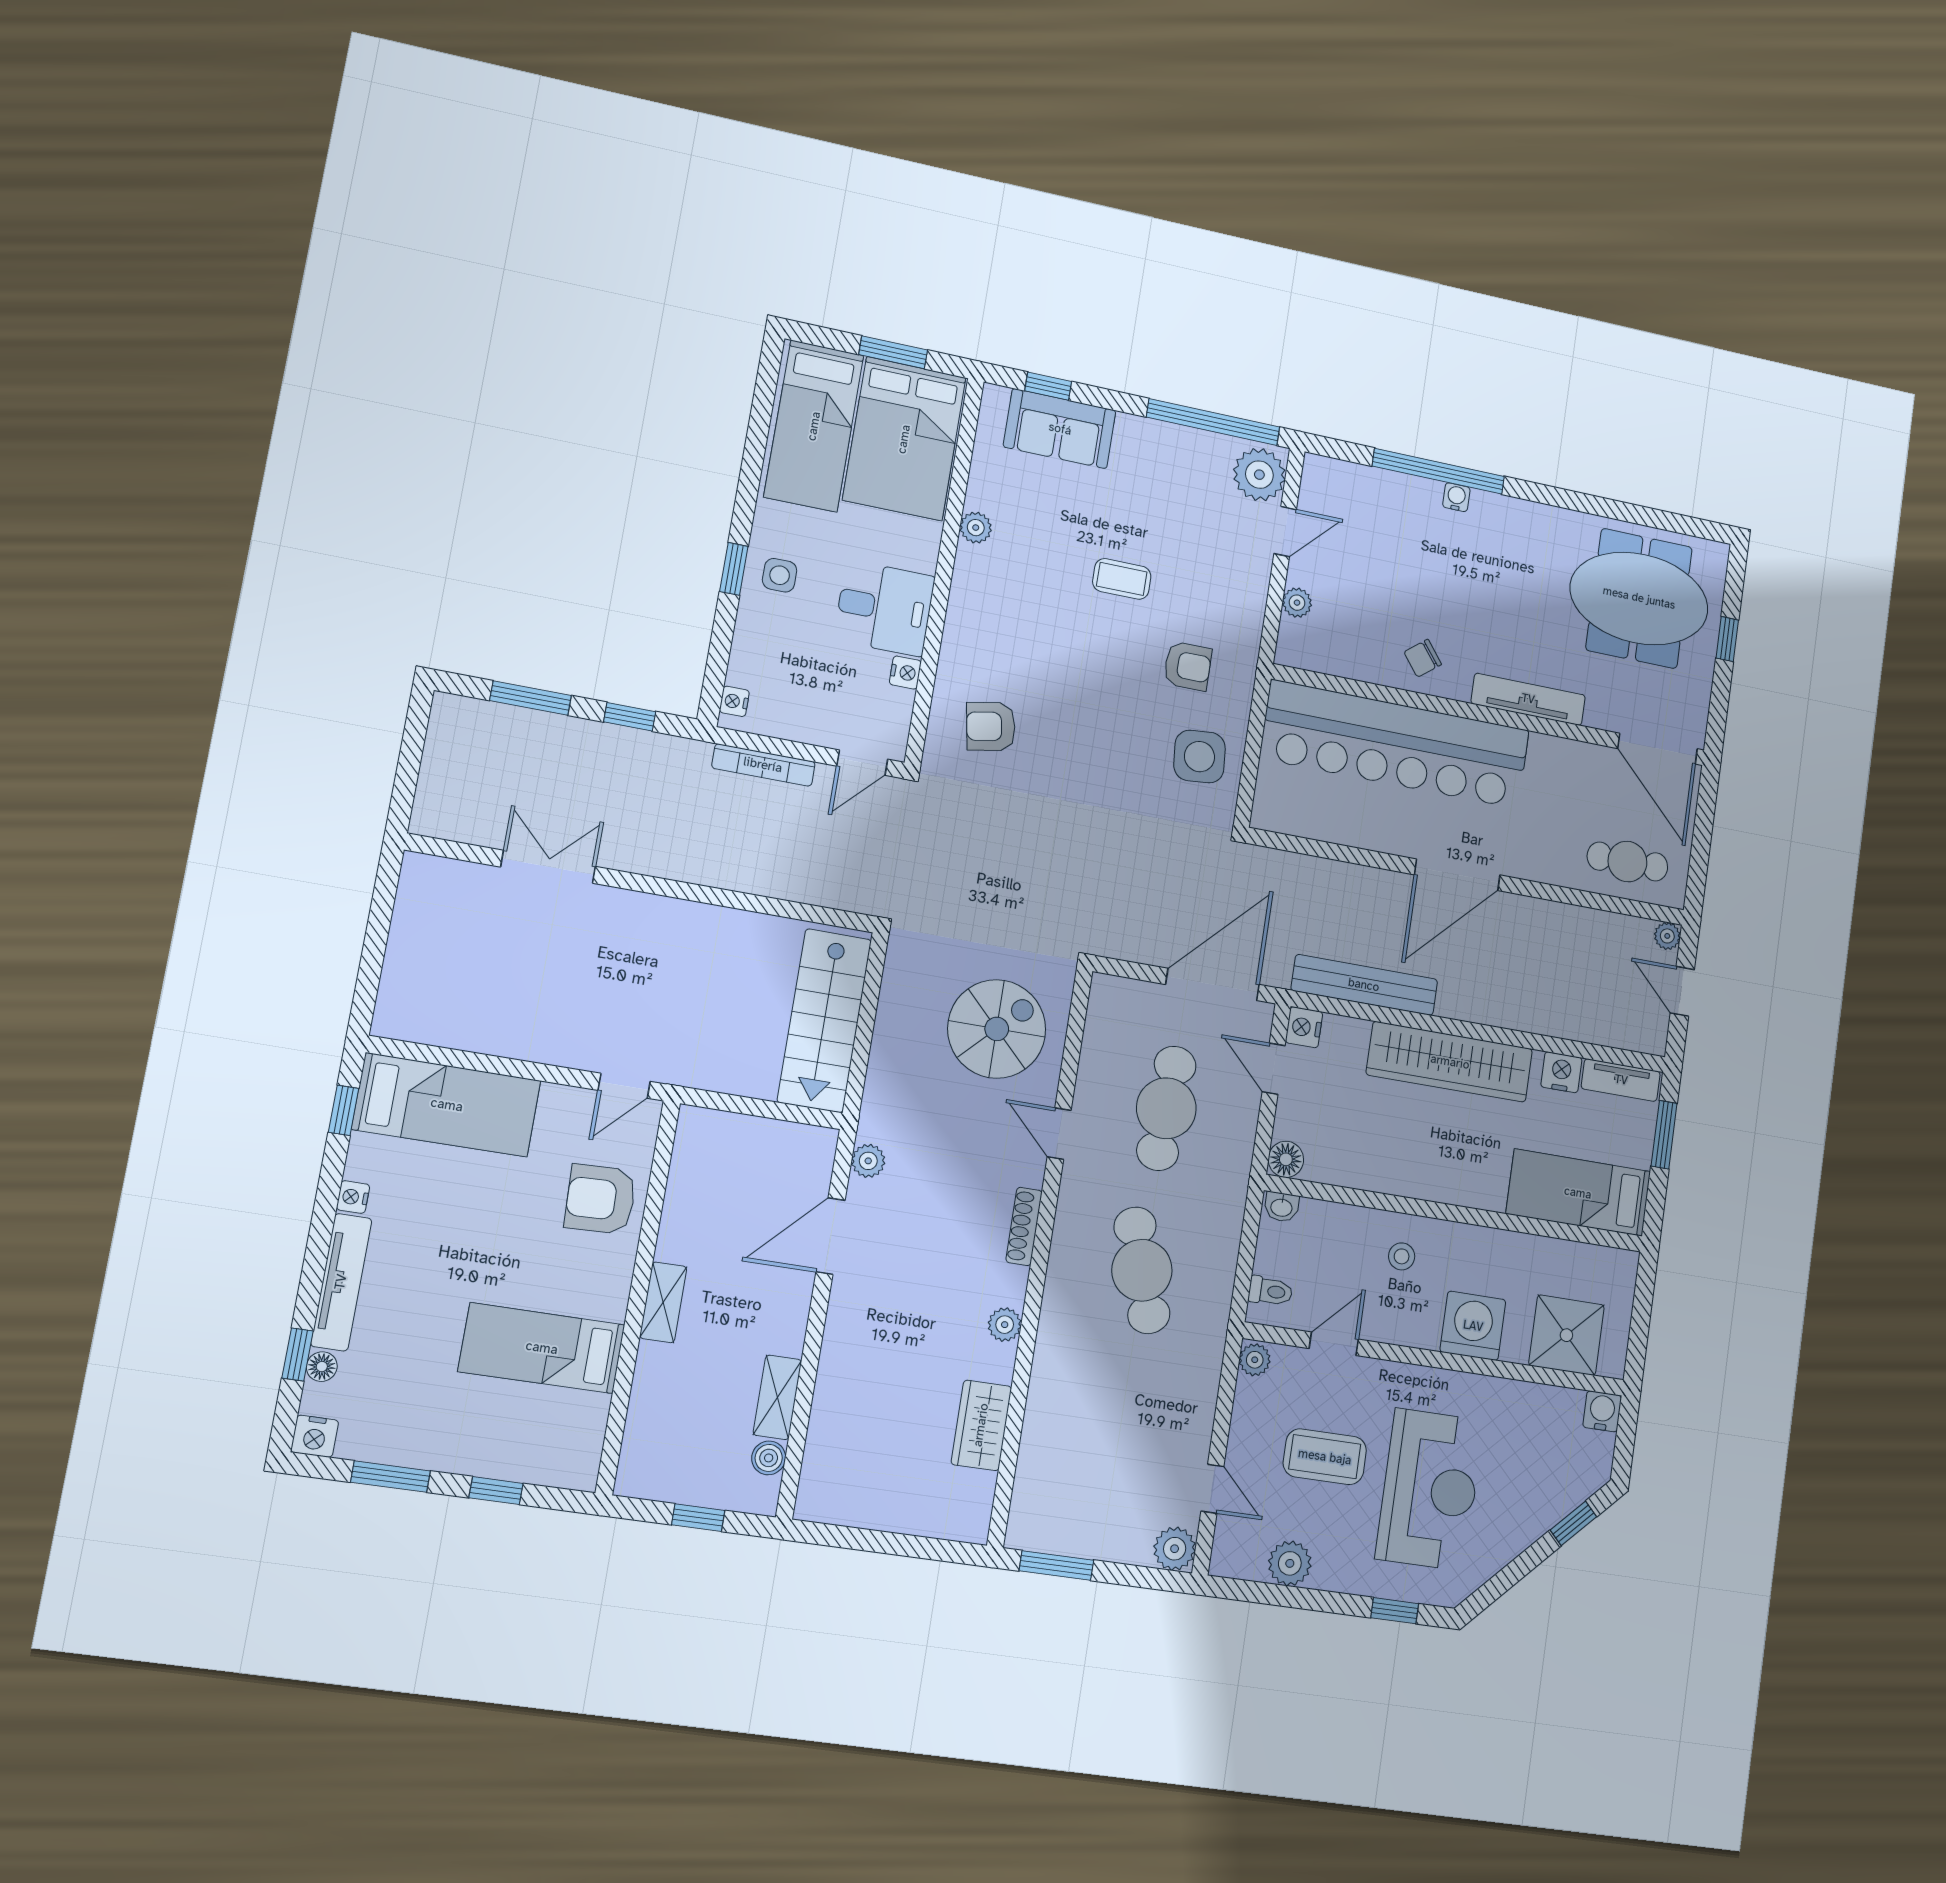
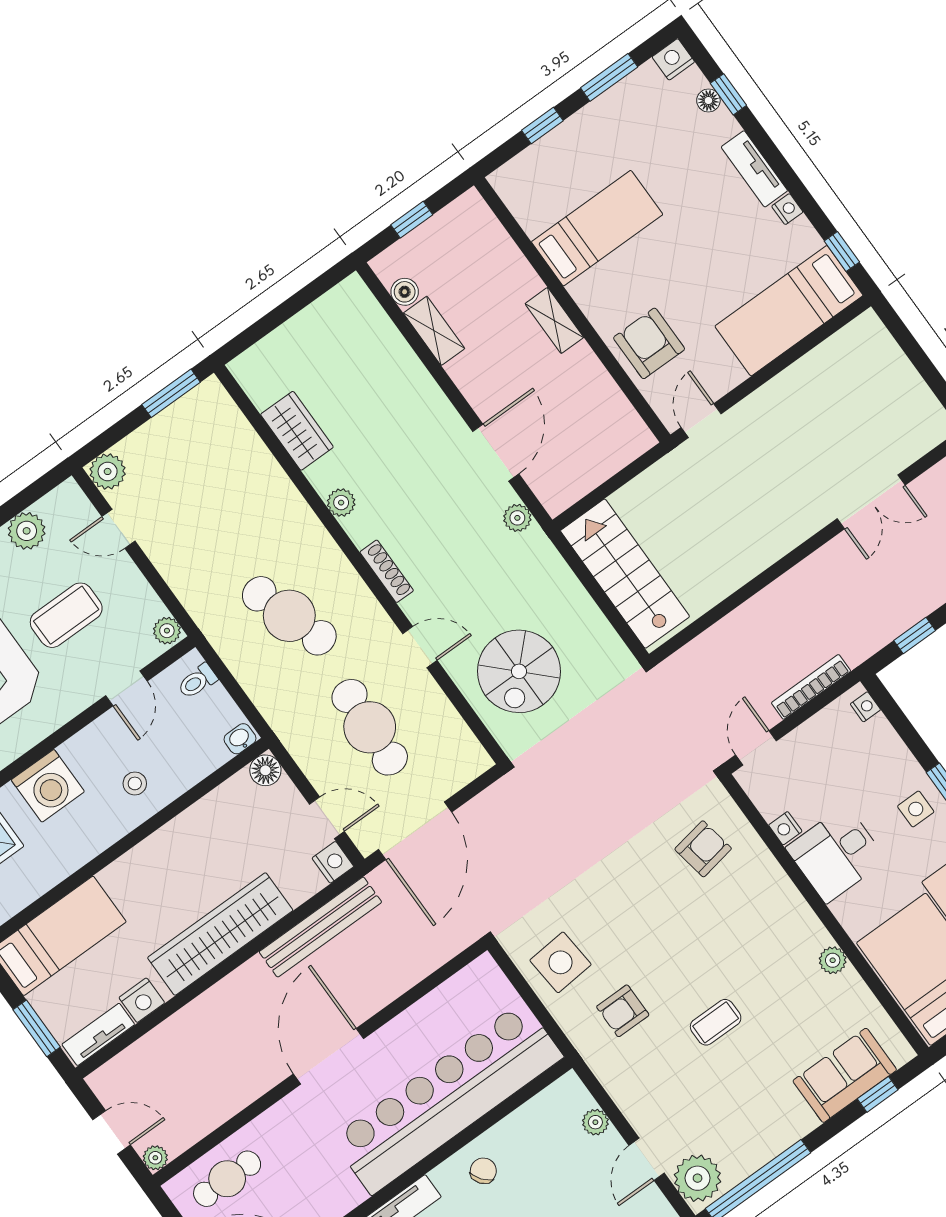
armchair: (601, 1199) -> (649, 343), turned -88
tv unit: (341, 1282) -> (754, 169), width x0.71

